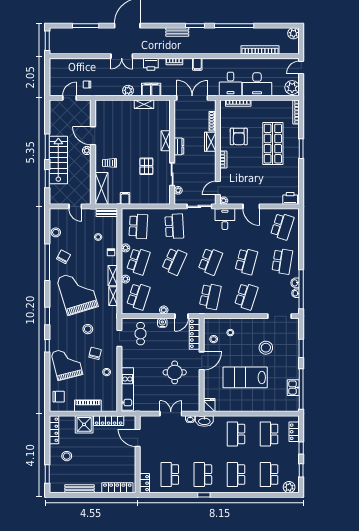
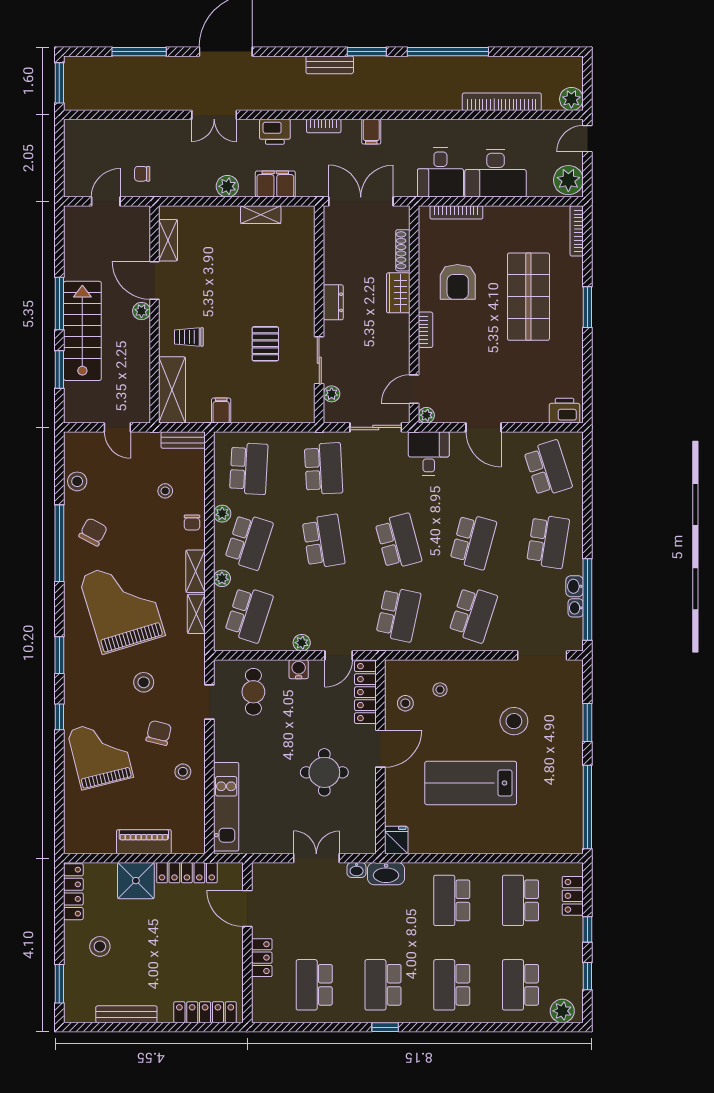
plant: (294, 33) -> (571, 99), moved
shelving: (166, 141) -> (168, 240), moved
school desk: (282, 226) -> (548, 469), turned -36
school desk: (174, 261) -> (324, 541), turned -33
school desk: (210, 261) -> (398, 541), turned -36
kitchen sink: (293, 388) -> (571, 804), removed
chair: (59, 397) -> (83, 823), removed
locker: (145, 483) -> (262, 958), moved

